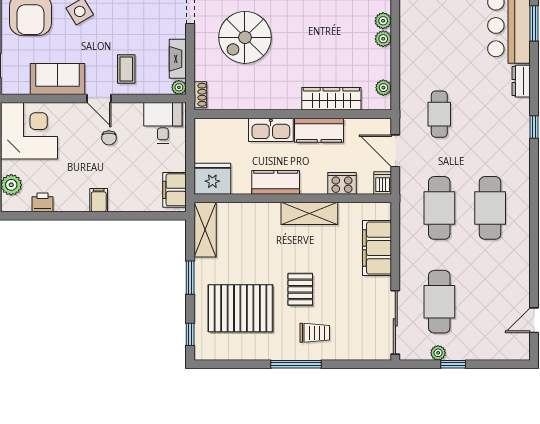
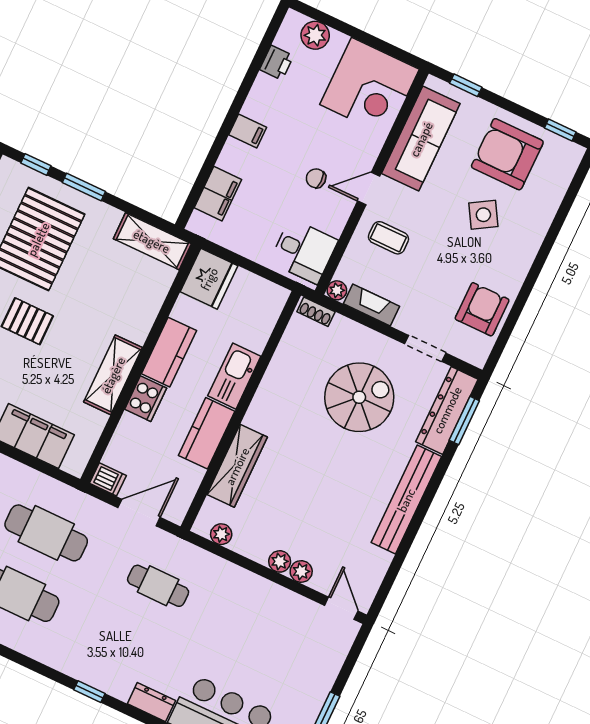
spiral stairs: (245, 37) -> (359, 397), turned 90
sofa: (57, 79) -> (421, 139), width x1.36
cooker: (342, 183) -> (146, 399), moved
filing cabinet: (175, 190) -> (218, 194), moved, turned 90
window: (190, 278) -> (84, 187), moved

